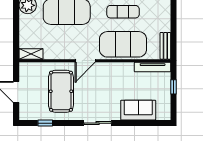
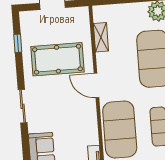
shelving: (31, 54) -> (101, 37), moved

